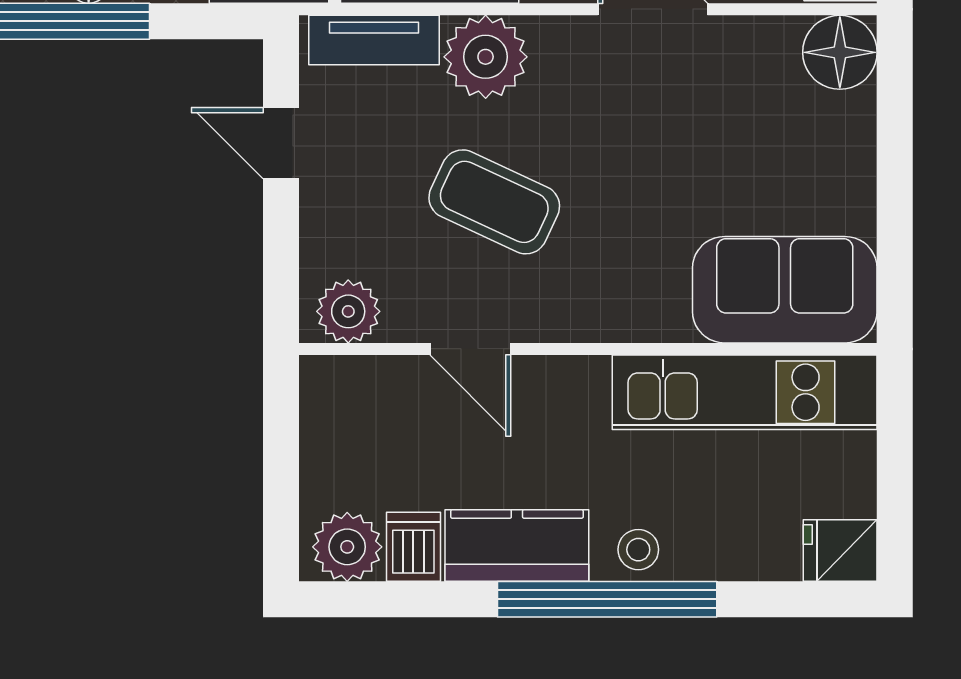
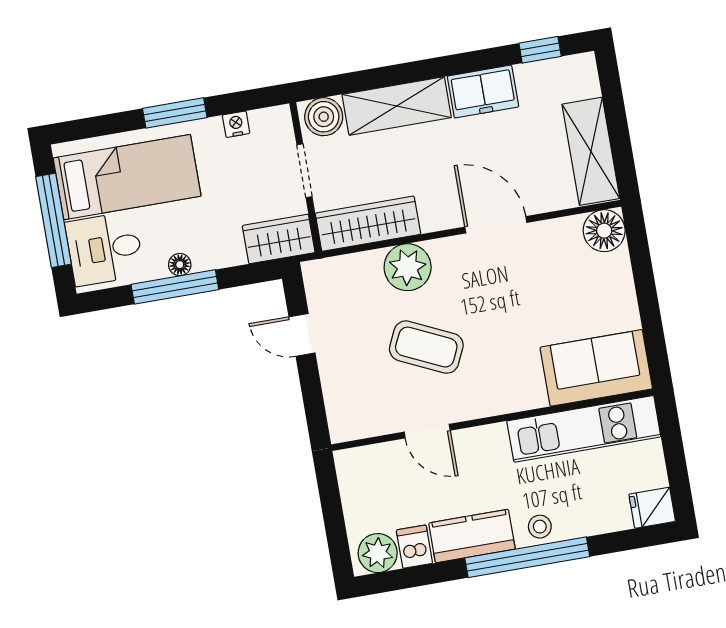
tv unit: (374, 40) -> (344, 269), removed
plant: (348, 311) -> (356, 422), removed

